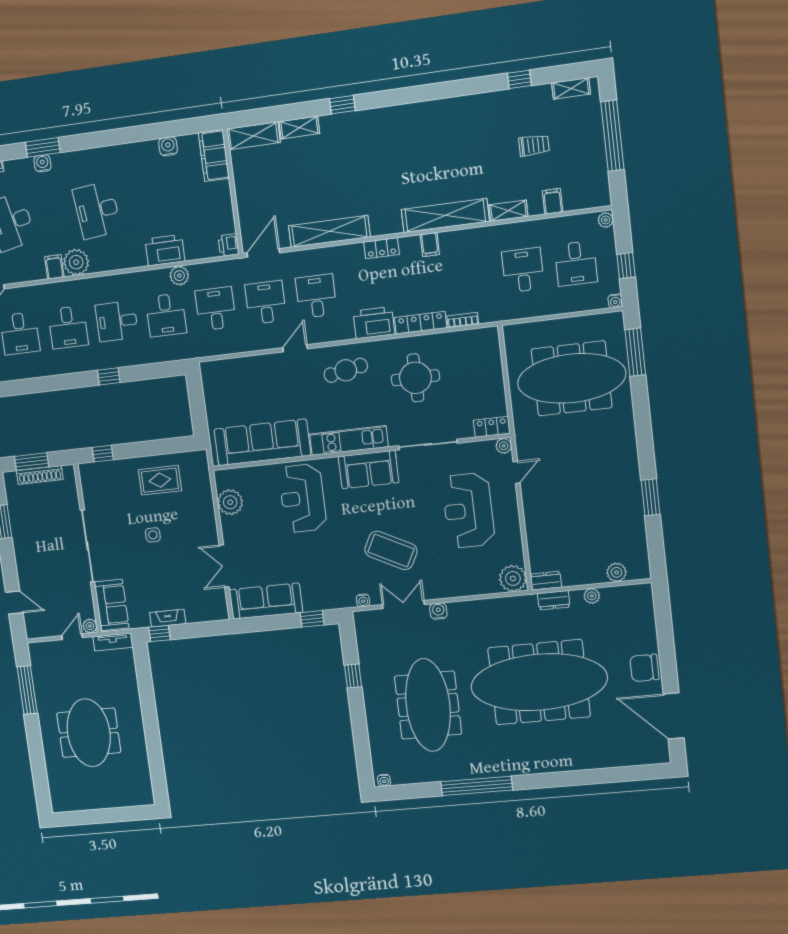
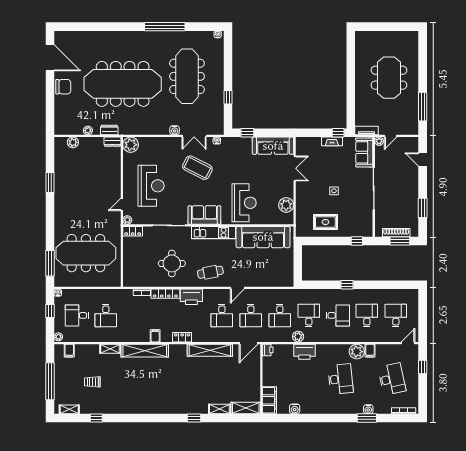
filing cabinet: (553, 201) -> (69, 351), moved
desk: (576, 263) -> (77, 315), turned -90

